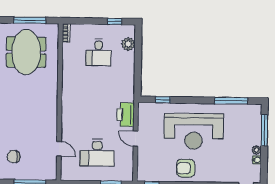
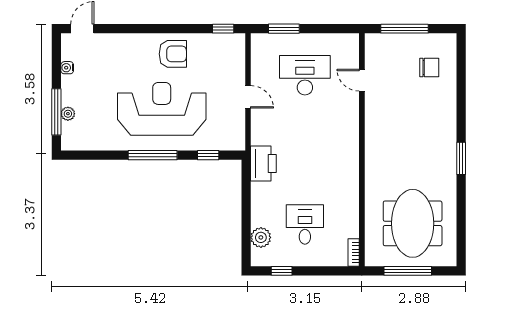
window: (231, 101) -> (153, 155), moved
printer: (126, 115) -> (263, 163), moved
plant: (256, 150) -> (68, 114), moved

